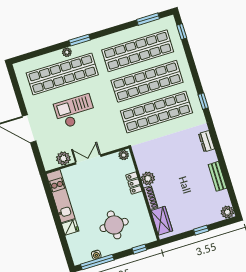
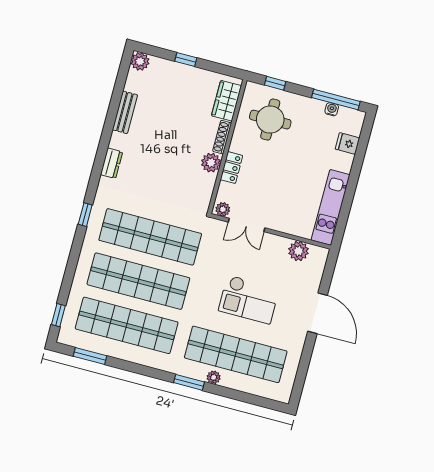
double door: (88, 159) -> (247, 225), moved
round table: (114, 225) -> (270, 120), moved
fridge: (70, 227) -> (347, 143), moved

